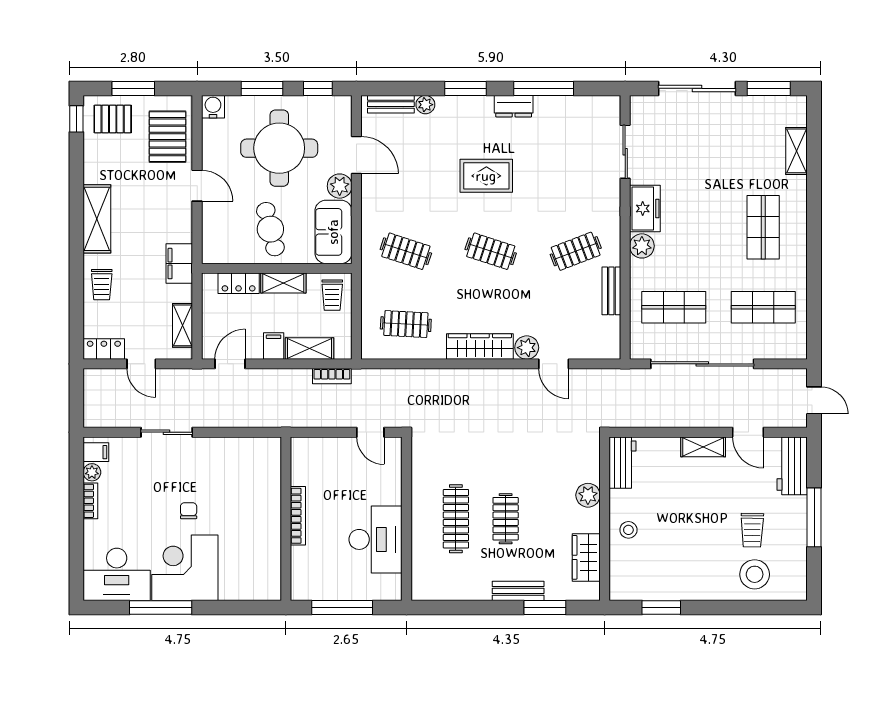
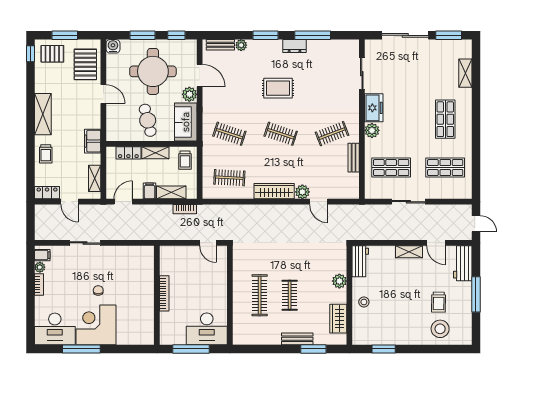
sliding door: (702, 364) -> (408, 202), width x0.54
desk: (375, 539) -> (207, 329), moved, turned 90

